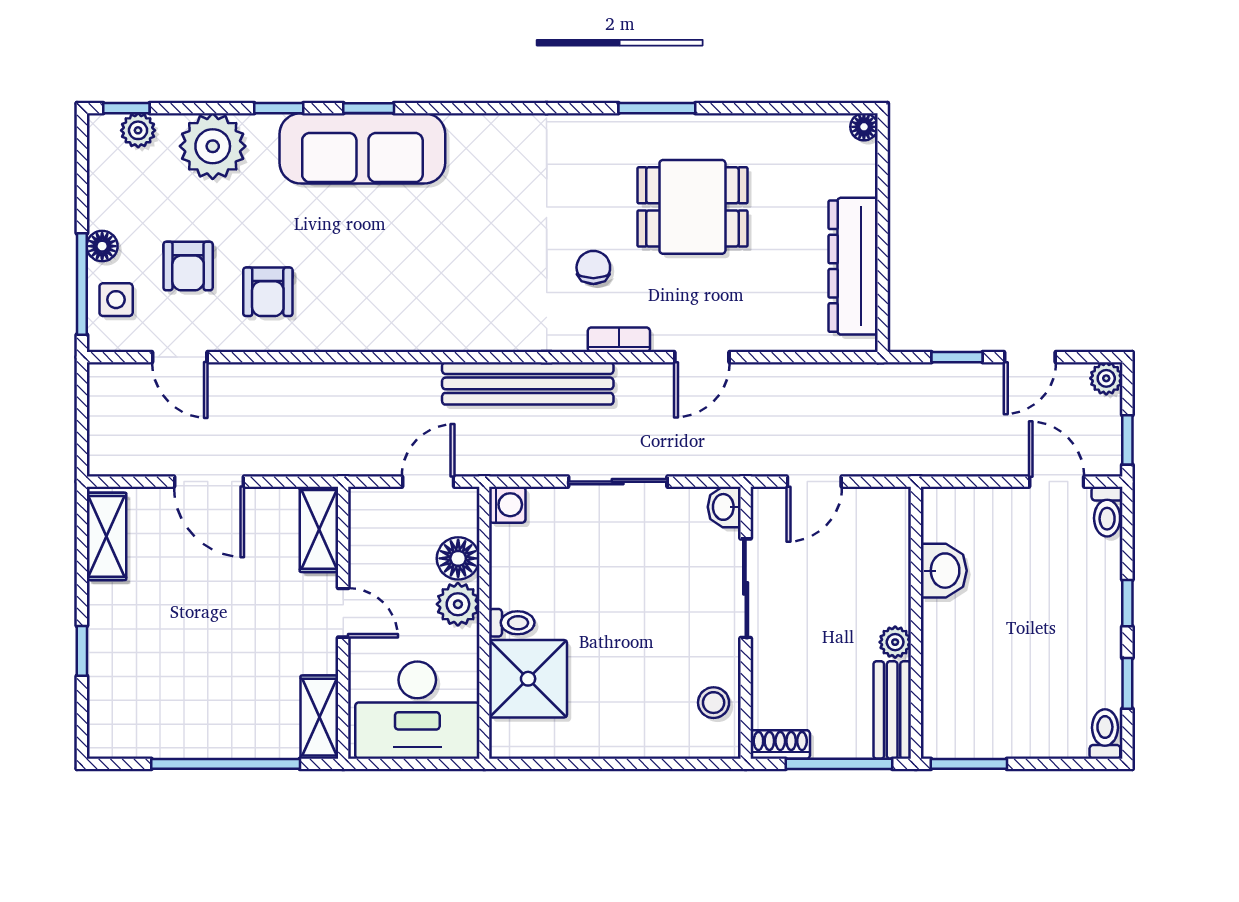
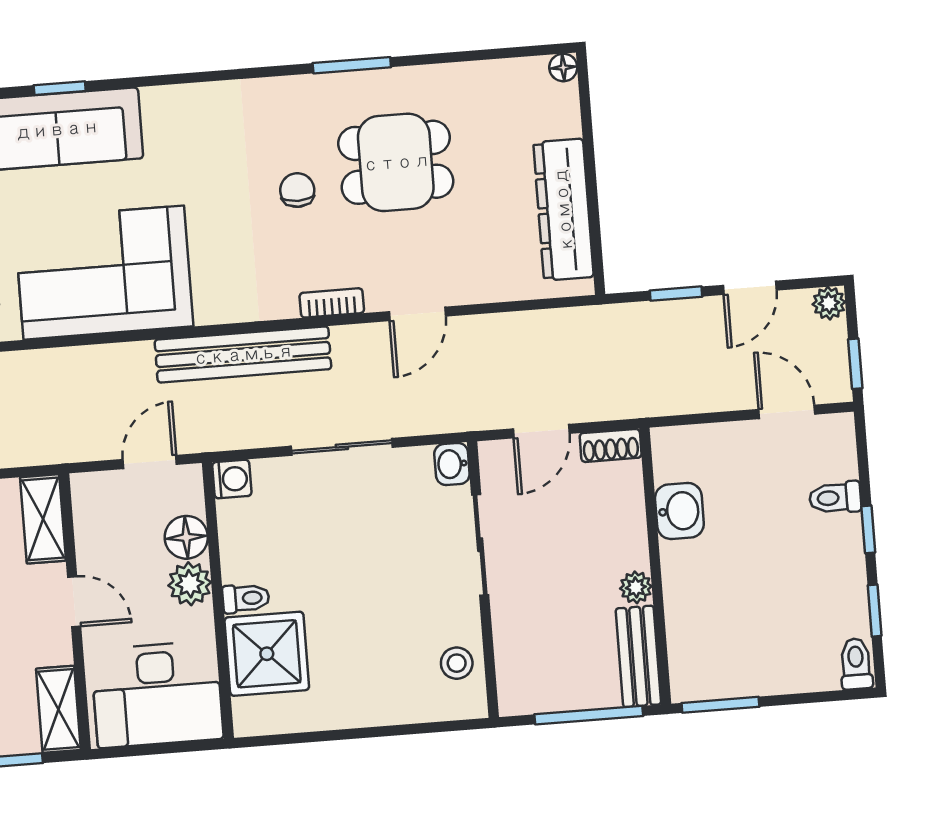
chair: (593, 267) -> (297, 190), moved
corner sofa: (398, 292) -> (104, 273), added
toilet: (1107, 512) -> (835, 498), moved, turned 90
shoe rack: (780, 744) -> (611, 445), moved, turned 180

